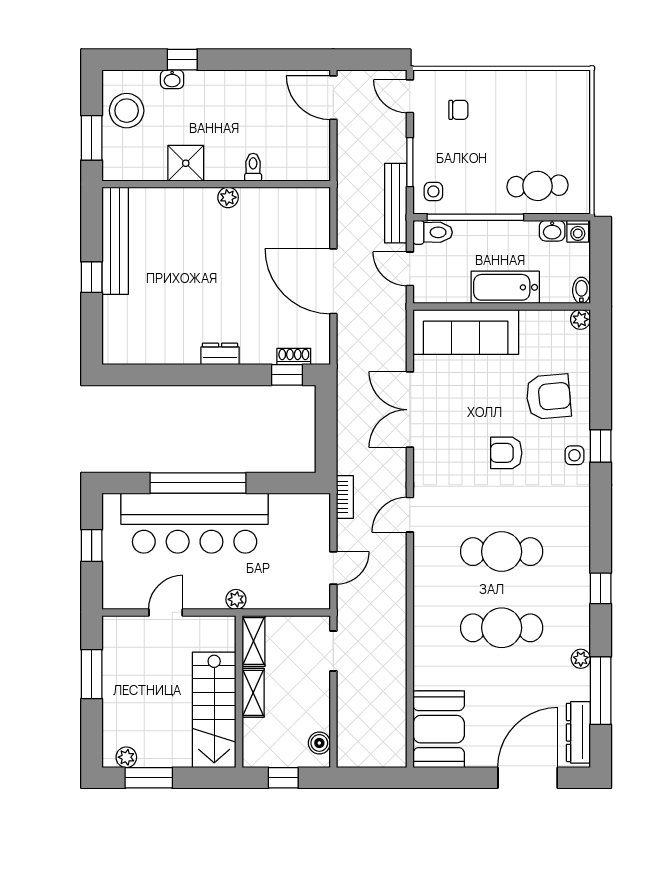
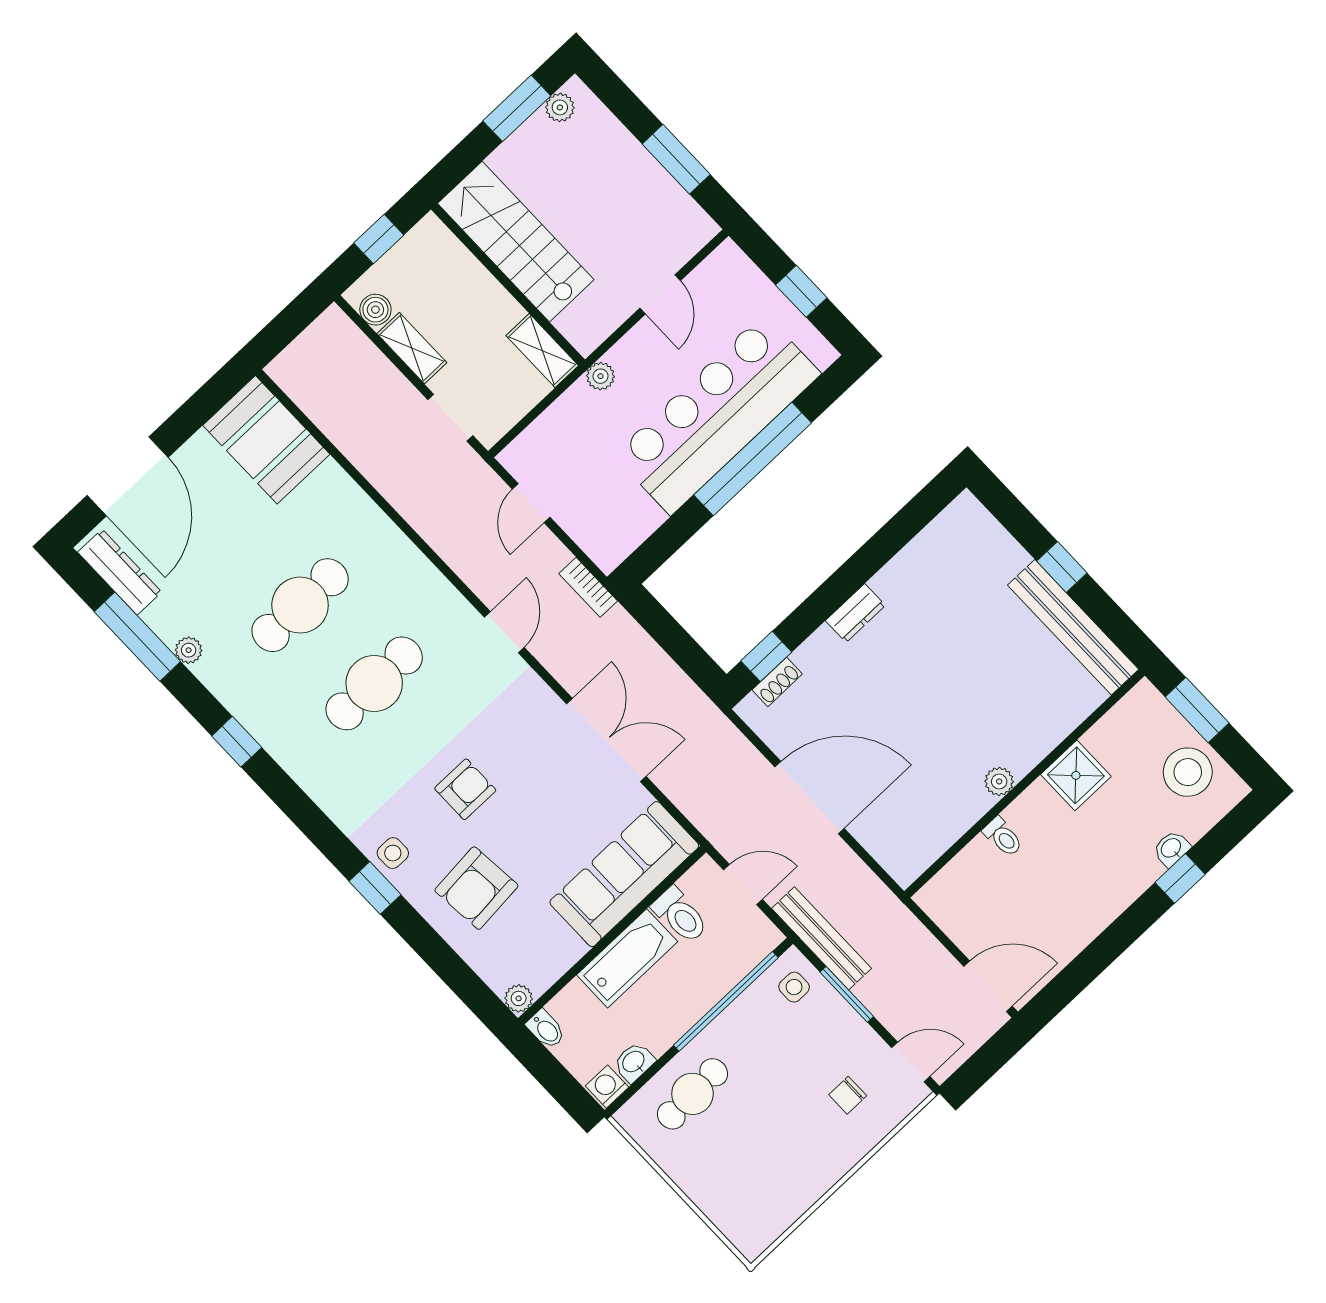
toilet: (433, 232) -> (680, 915), moved, turned -90
shelving: (253, 693) -> (412, 348), moved

